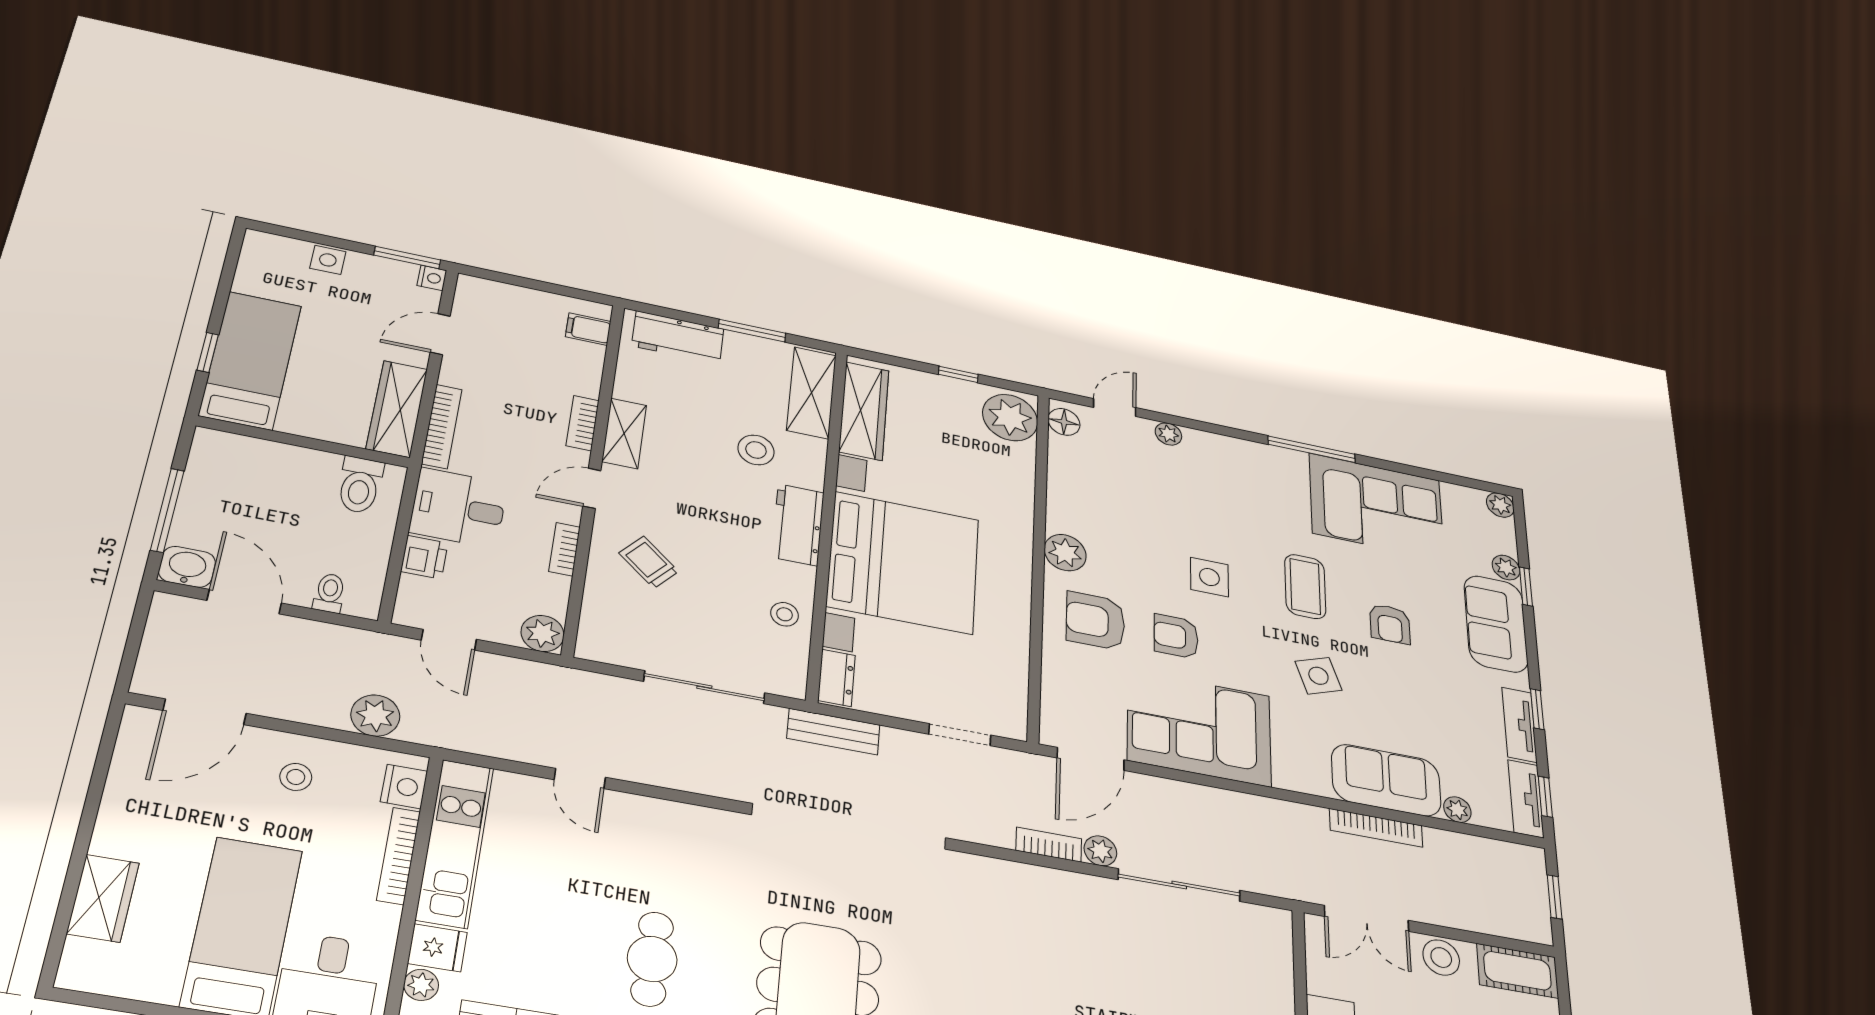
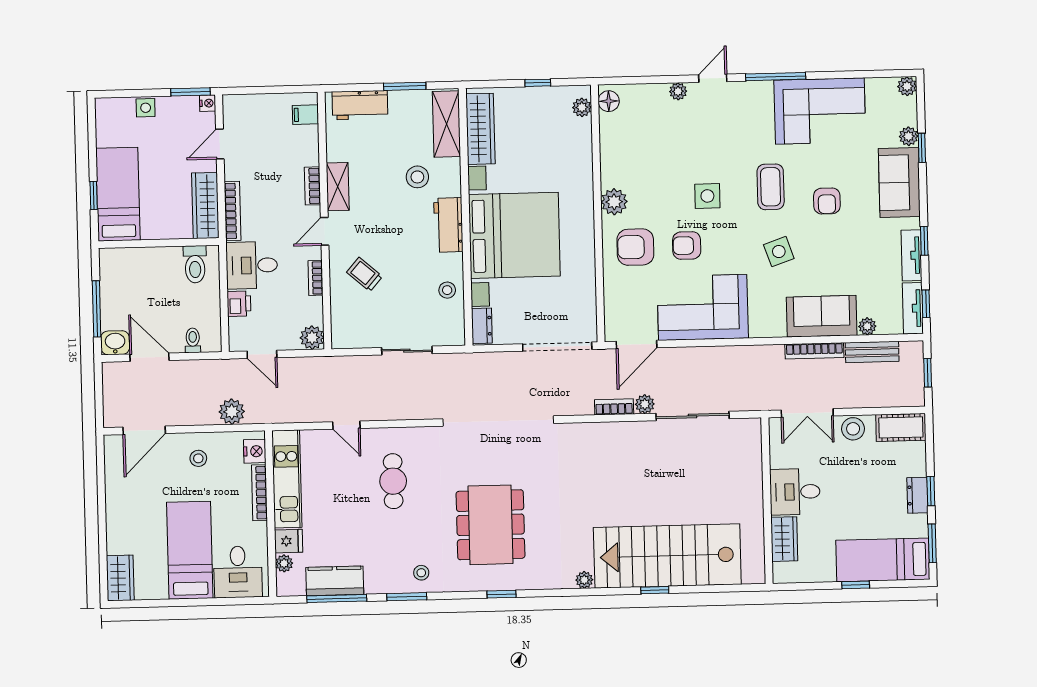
door: (1115, 408) -> (713, 78), moved
plant: (1010, 418) -> (582, 107), width x0.53, depth x0.53
sliding door: (704, 687) -> (407, 351), width x0.73
bench: (833, 732) -> (872, 352), moved
doorway: (960, 735) -> (557, 347), width x1.88
wardrobe: (103, 898) -> (120, 578), moved
cafe table: (652, 959) -> (393, 481), moved

